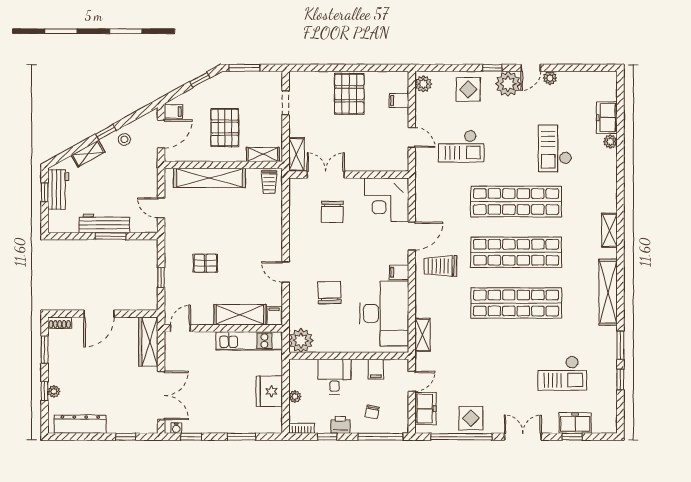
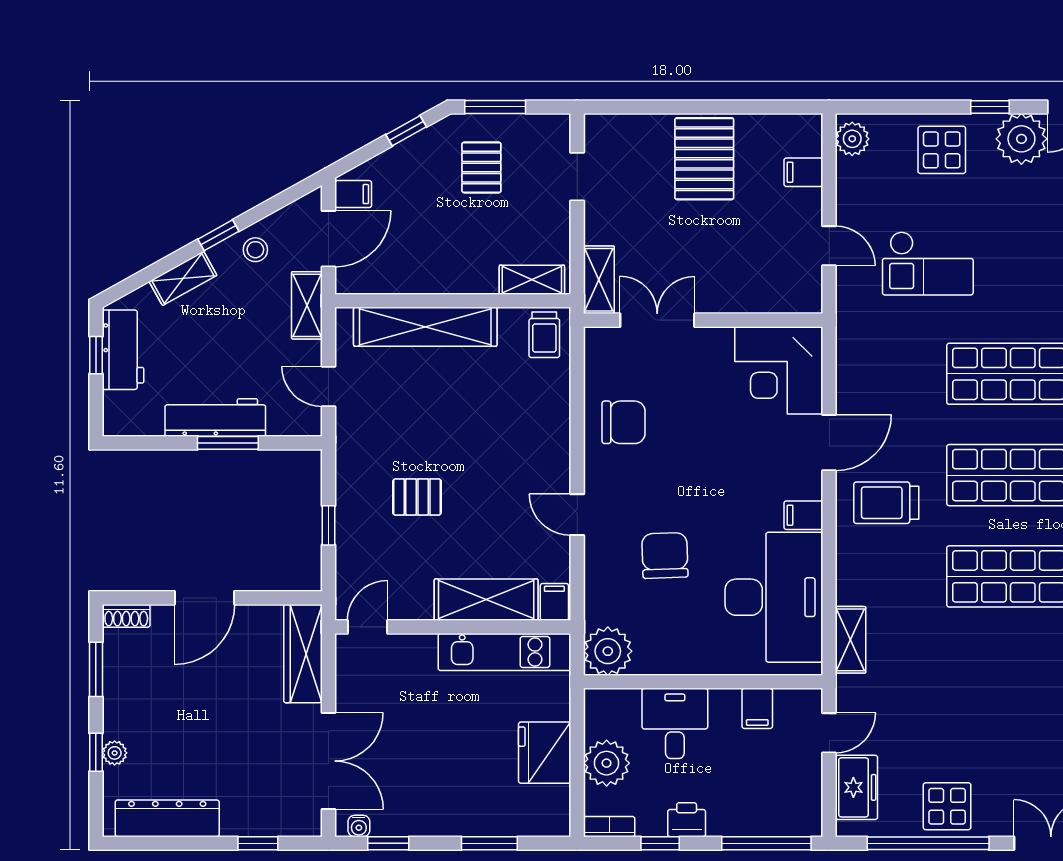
pallet: (225, 128) -> (481, 167), moved, width x0.67, depth x0.71
shelving: (150, 167) -> (307, 305), added
chair: (332, 212) -> (624, 422), moved, turned -90
plant: (295, 397) -> (607, 763), width x1.88, depth x1.88
chair: (372, 412) -> (750, 794), removed

